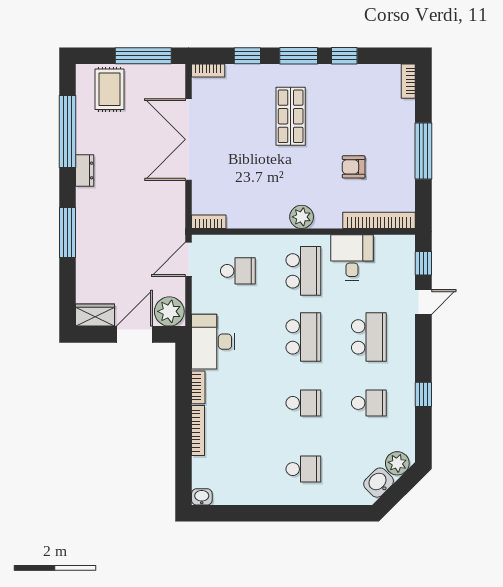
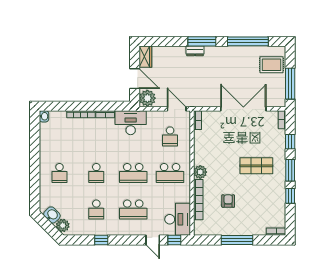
dresser: (85, 170) -> (195, 51), moved
bookcase: (379, 220) -> (198, 200), moved
window: (68, 233) -> (202, 41), moved
desk: (352, 257) -> (178, 219), moved, width x1.37

